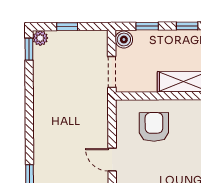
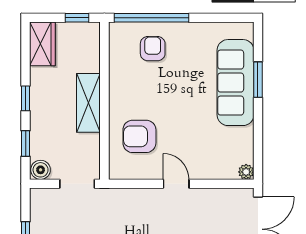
door: (112, 160) -> (176, 184), swing flipped

